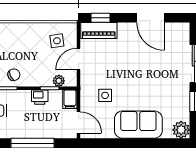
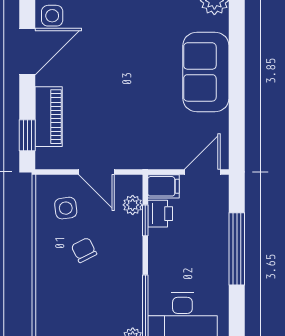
piano: (99, 31) -> (49, 117), moved
chair: (14, 75) -> (84, 250), moved
side table: (105, 95) -> (52, 16), moved
printer: (40, 97) -> (160, 214), moved

